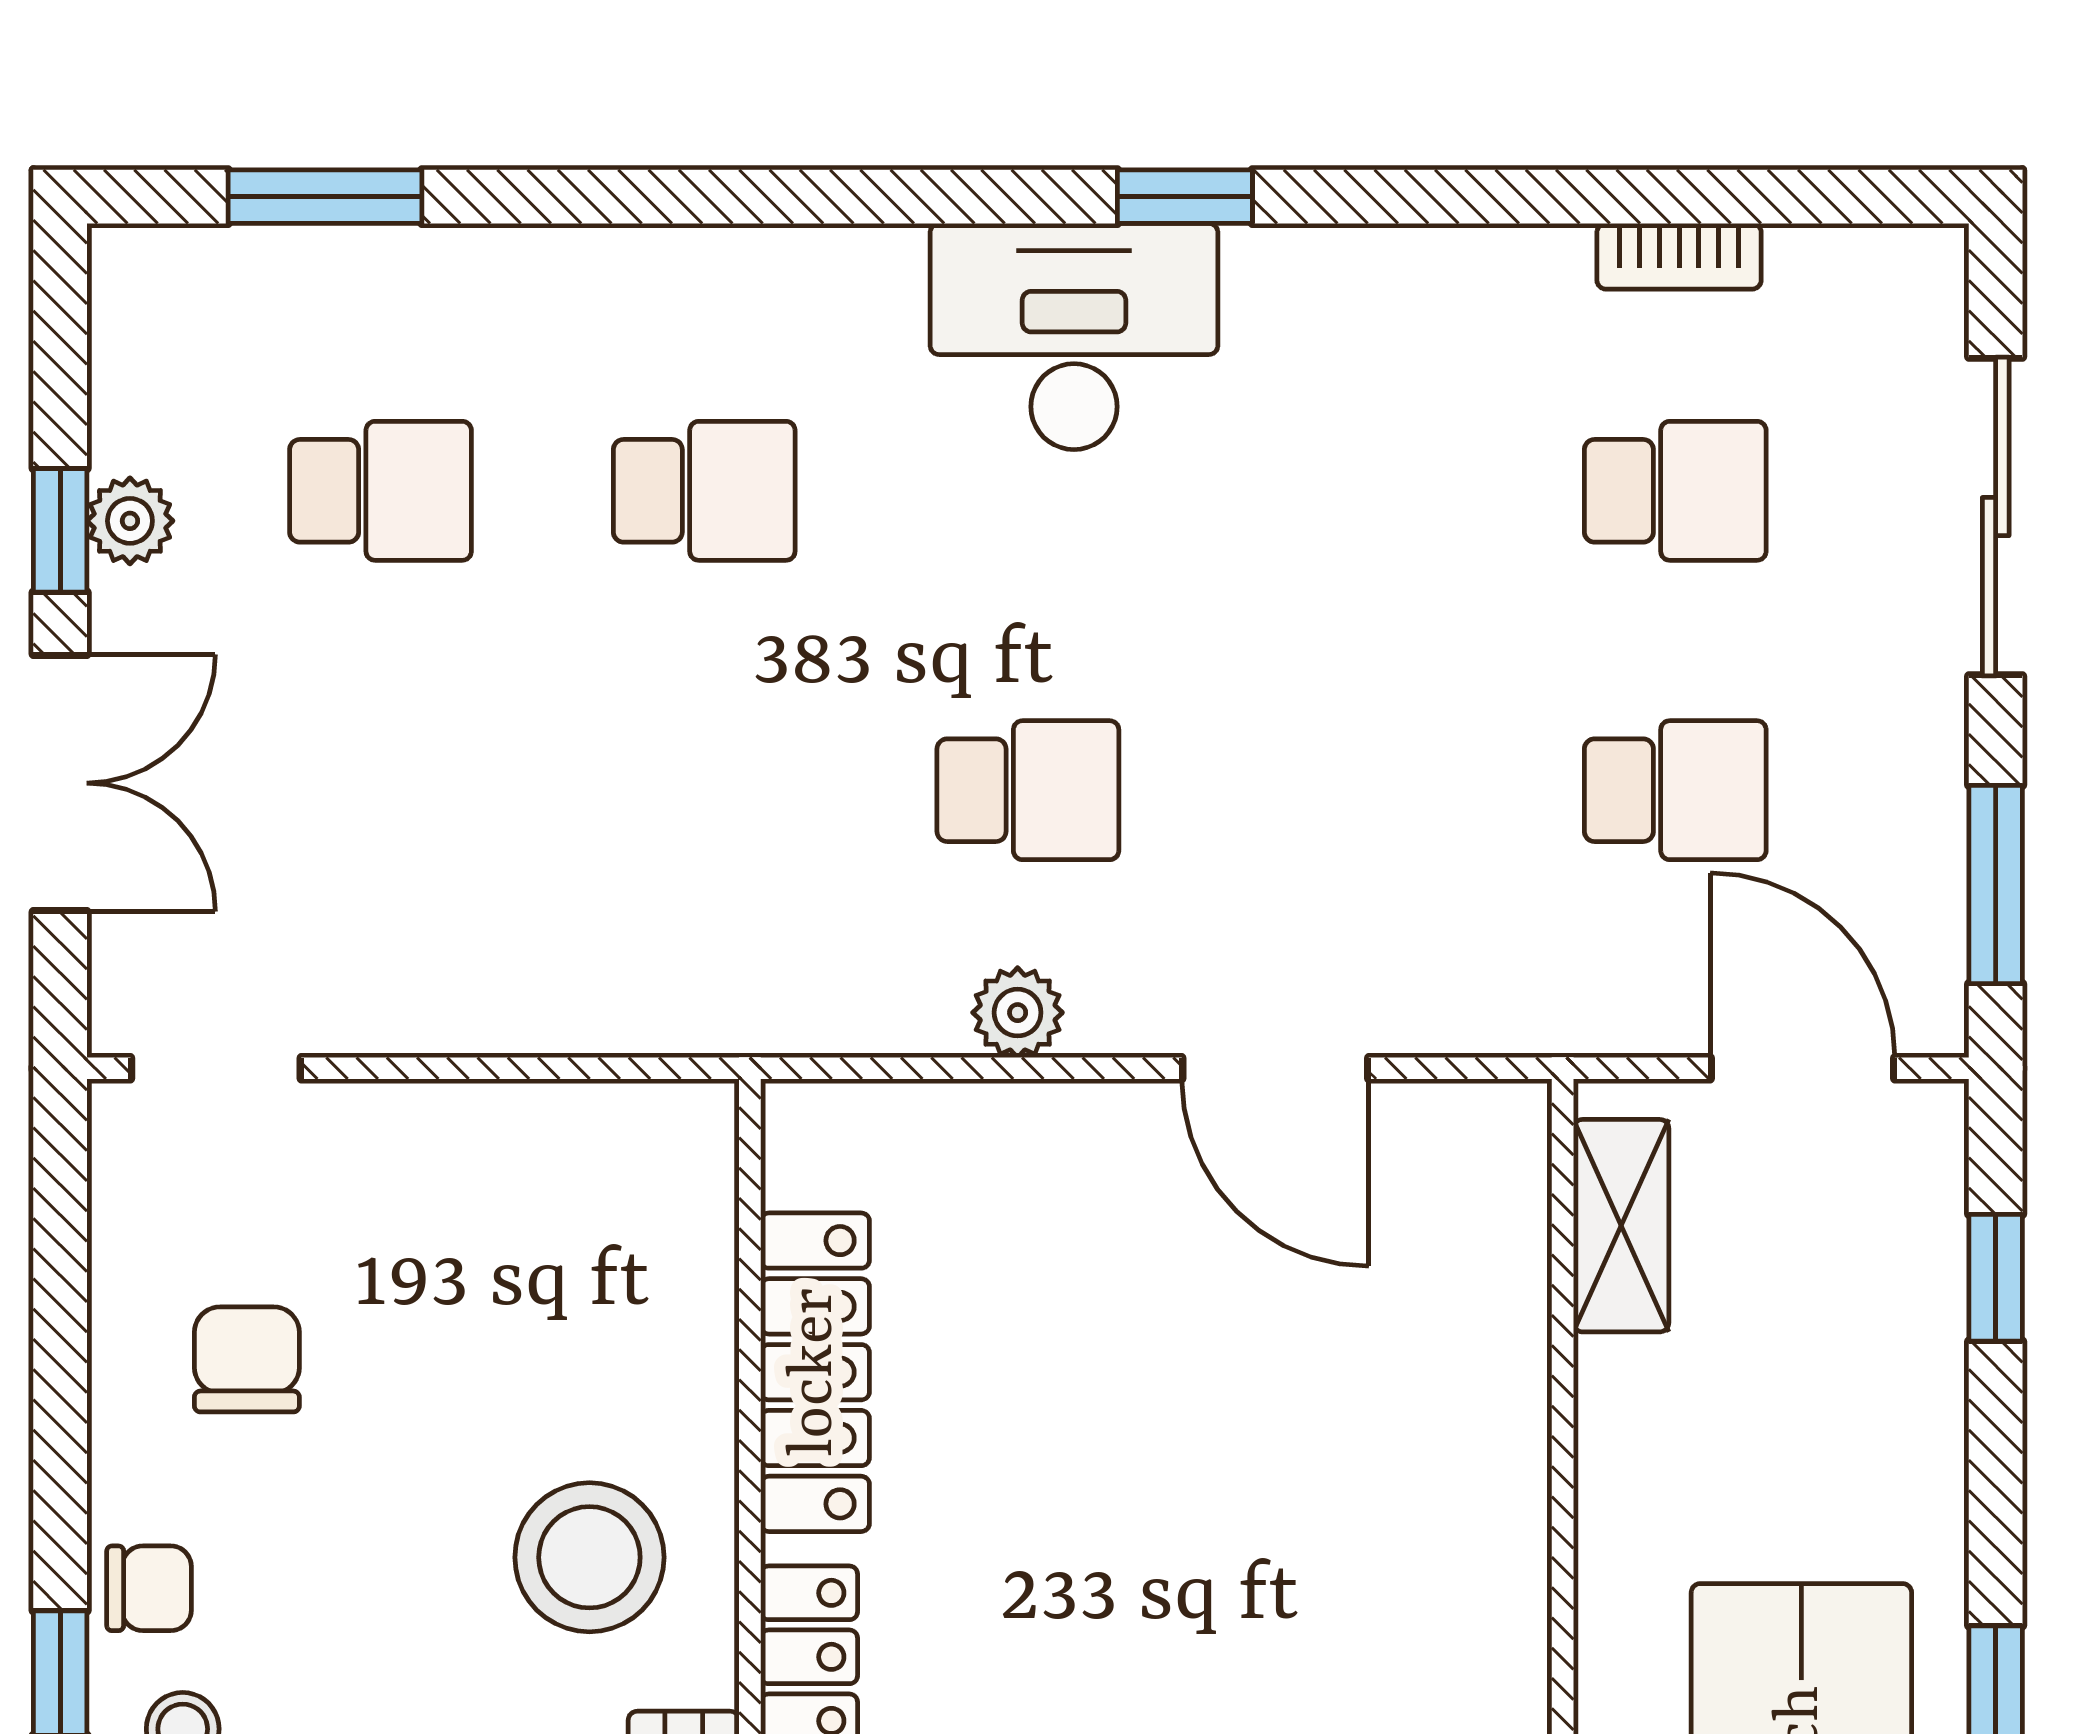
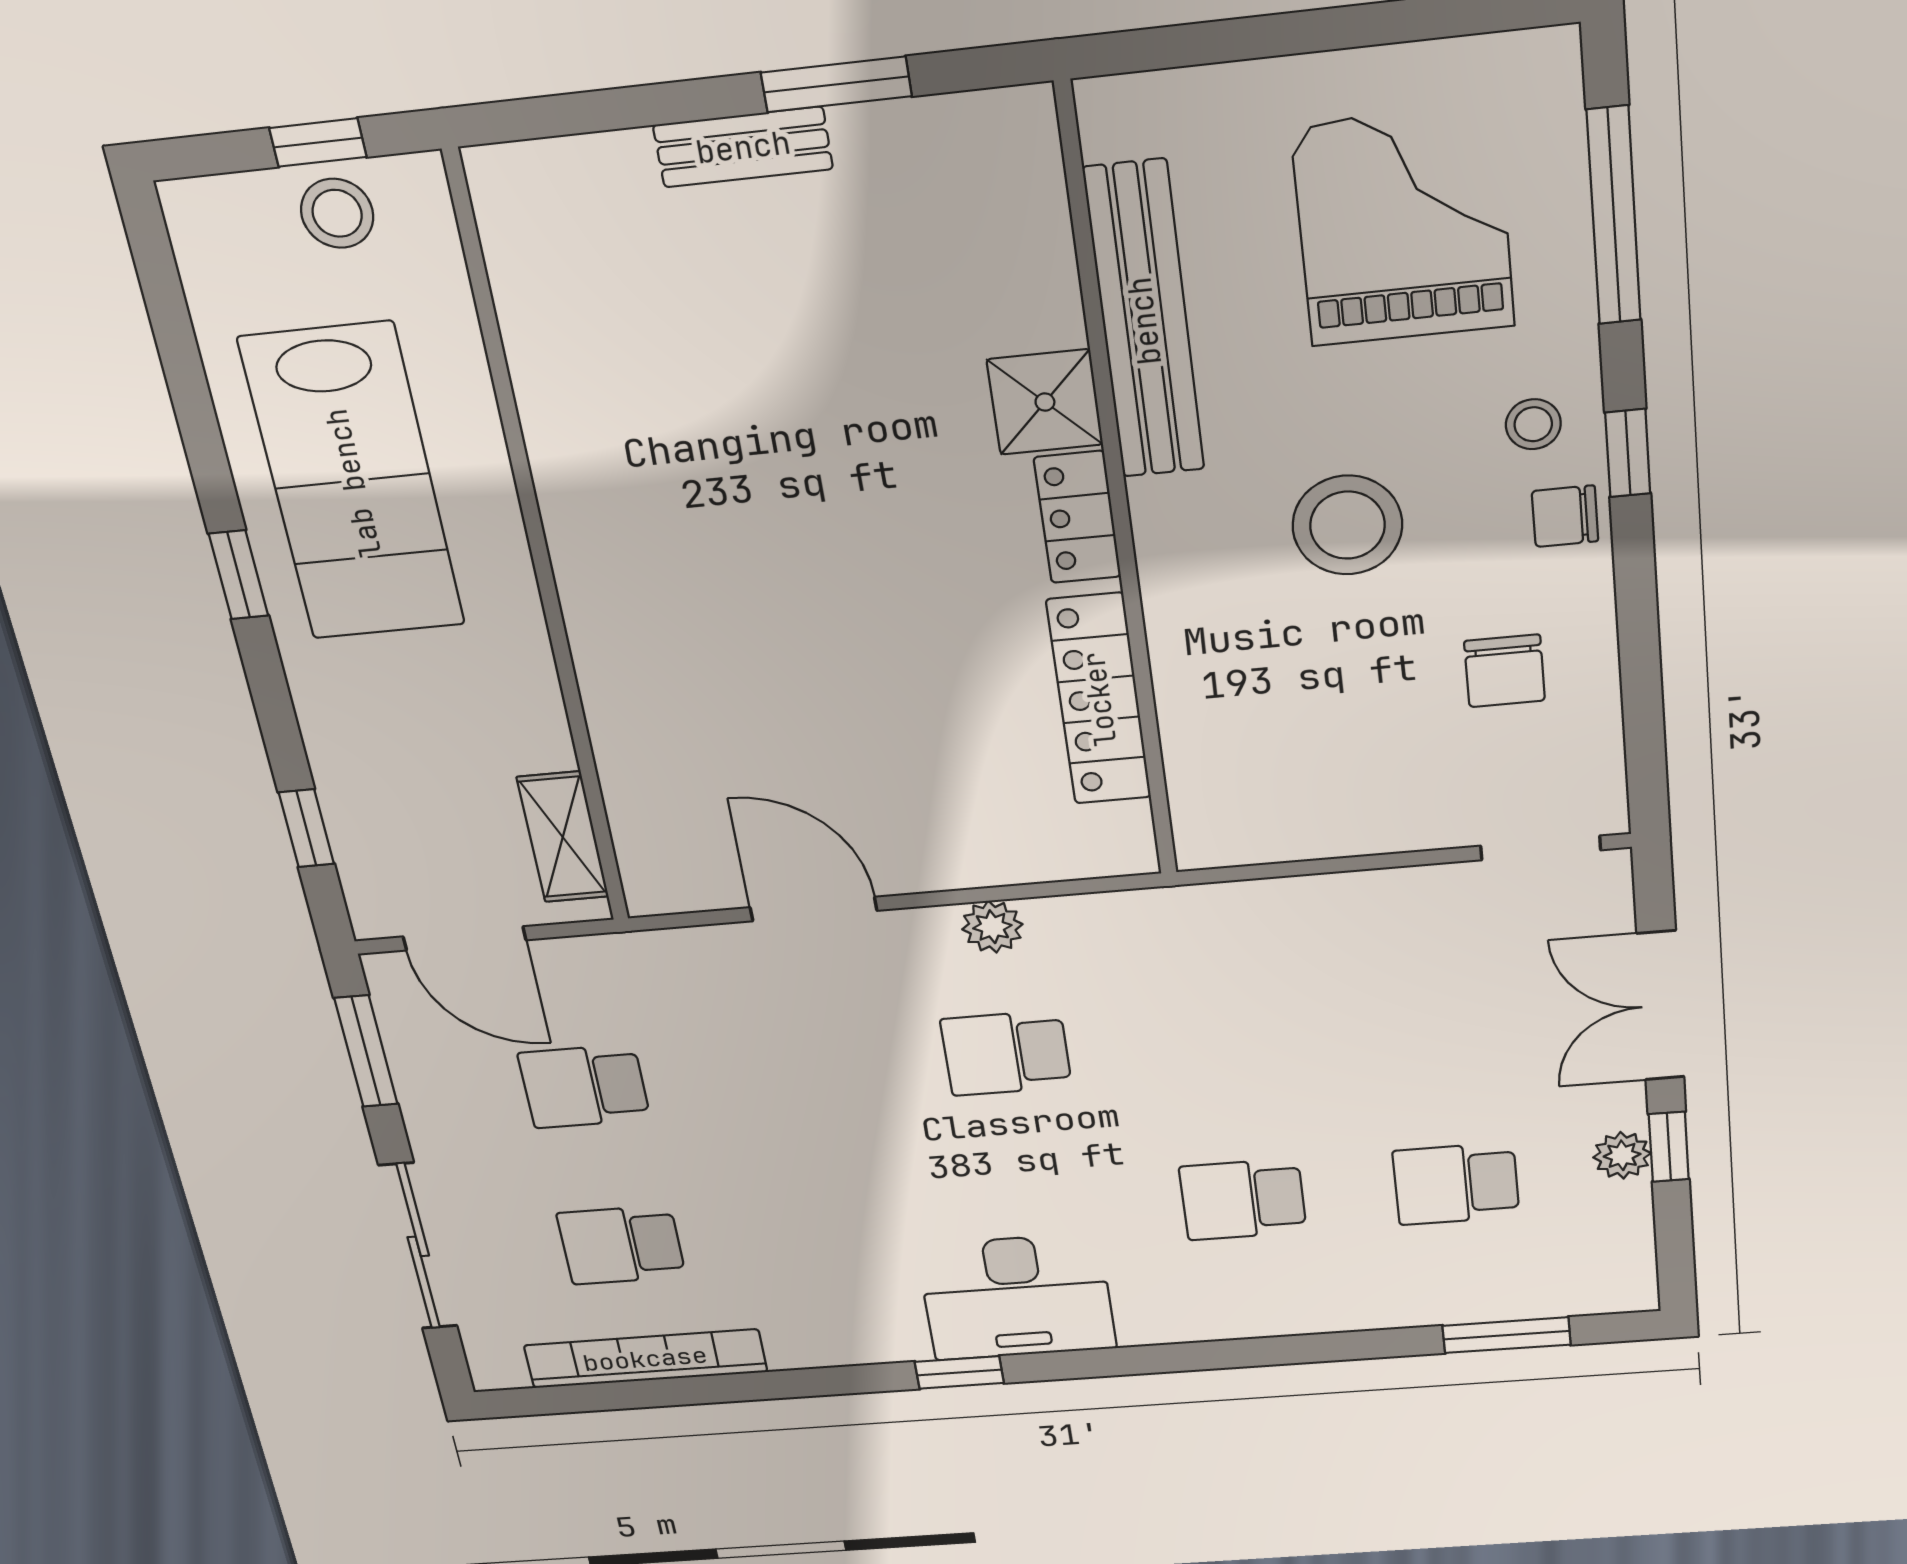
bookcase: (1679, 256) -> (645, 1359), width x2.31, depth x1.31
stool: (589, 1557) -> (1347, 525), moved

